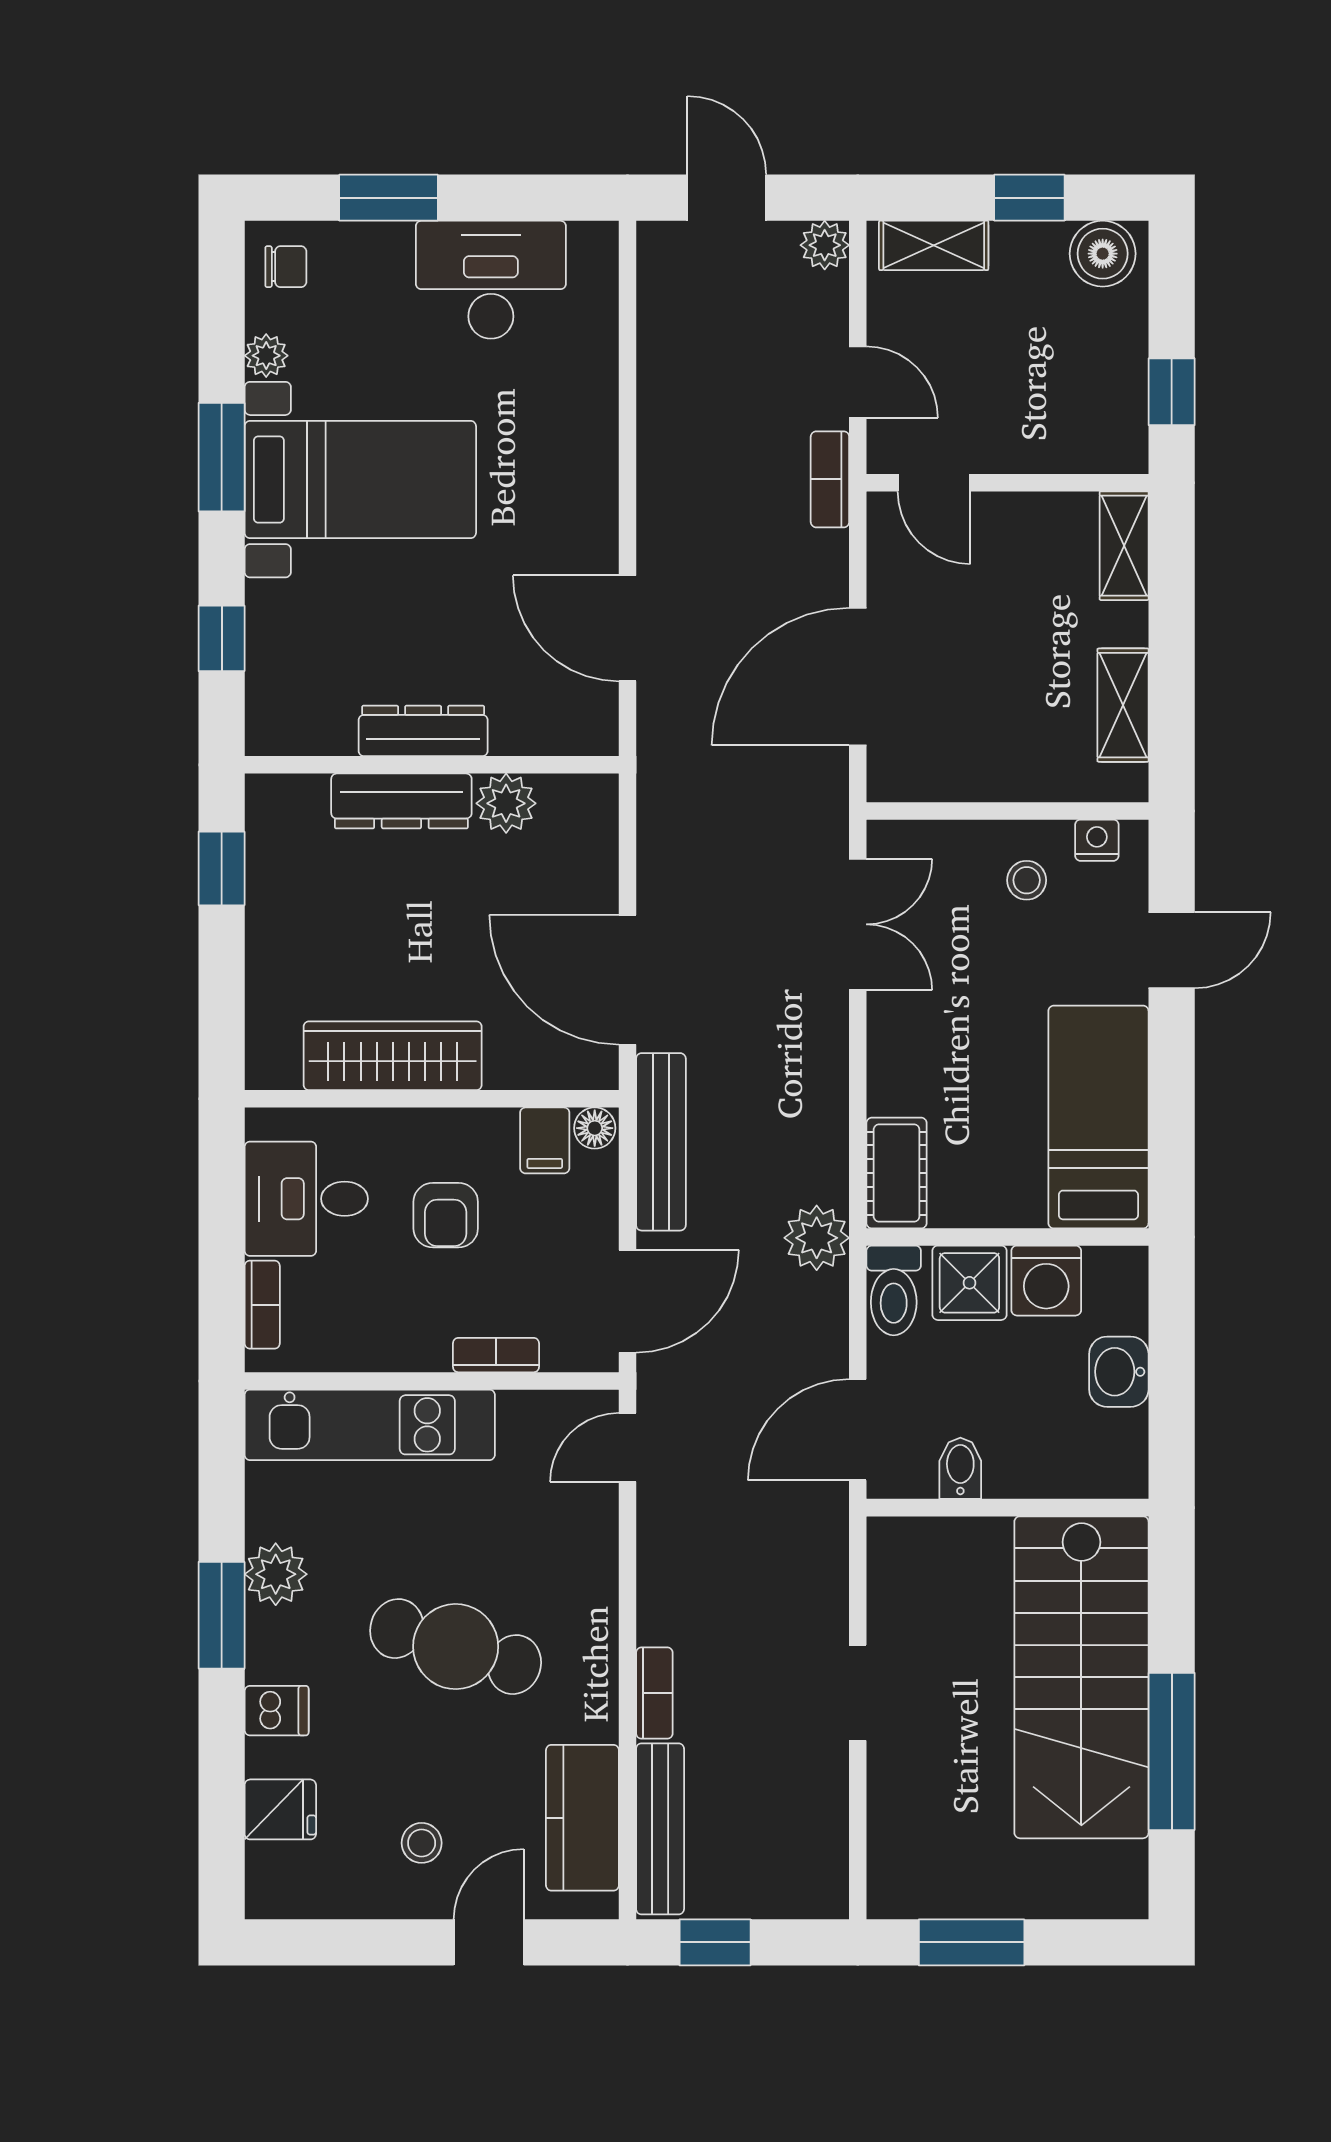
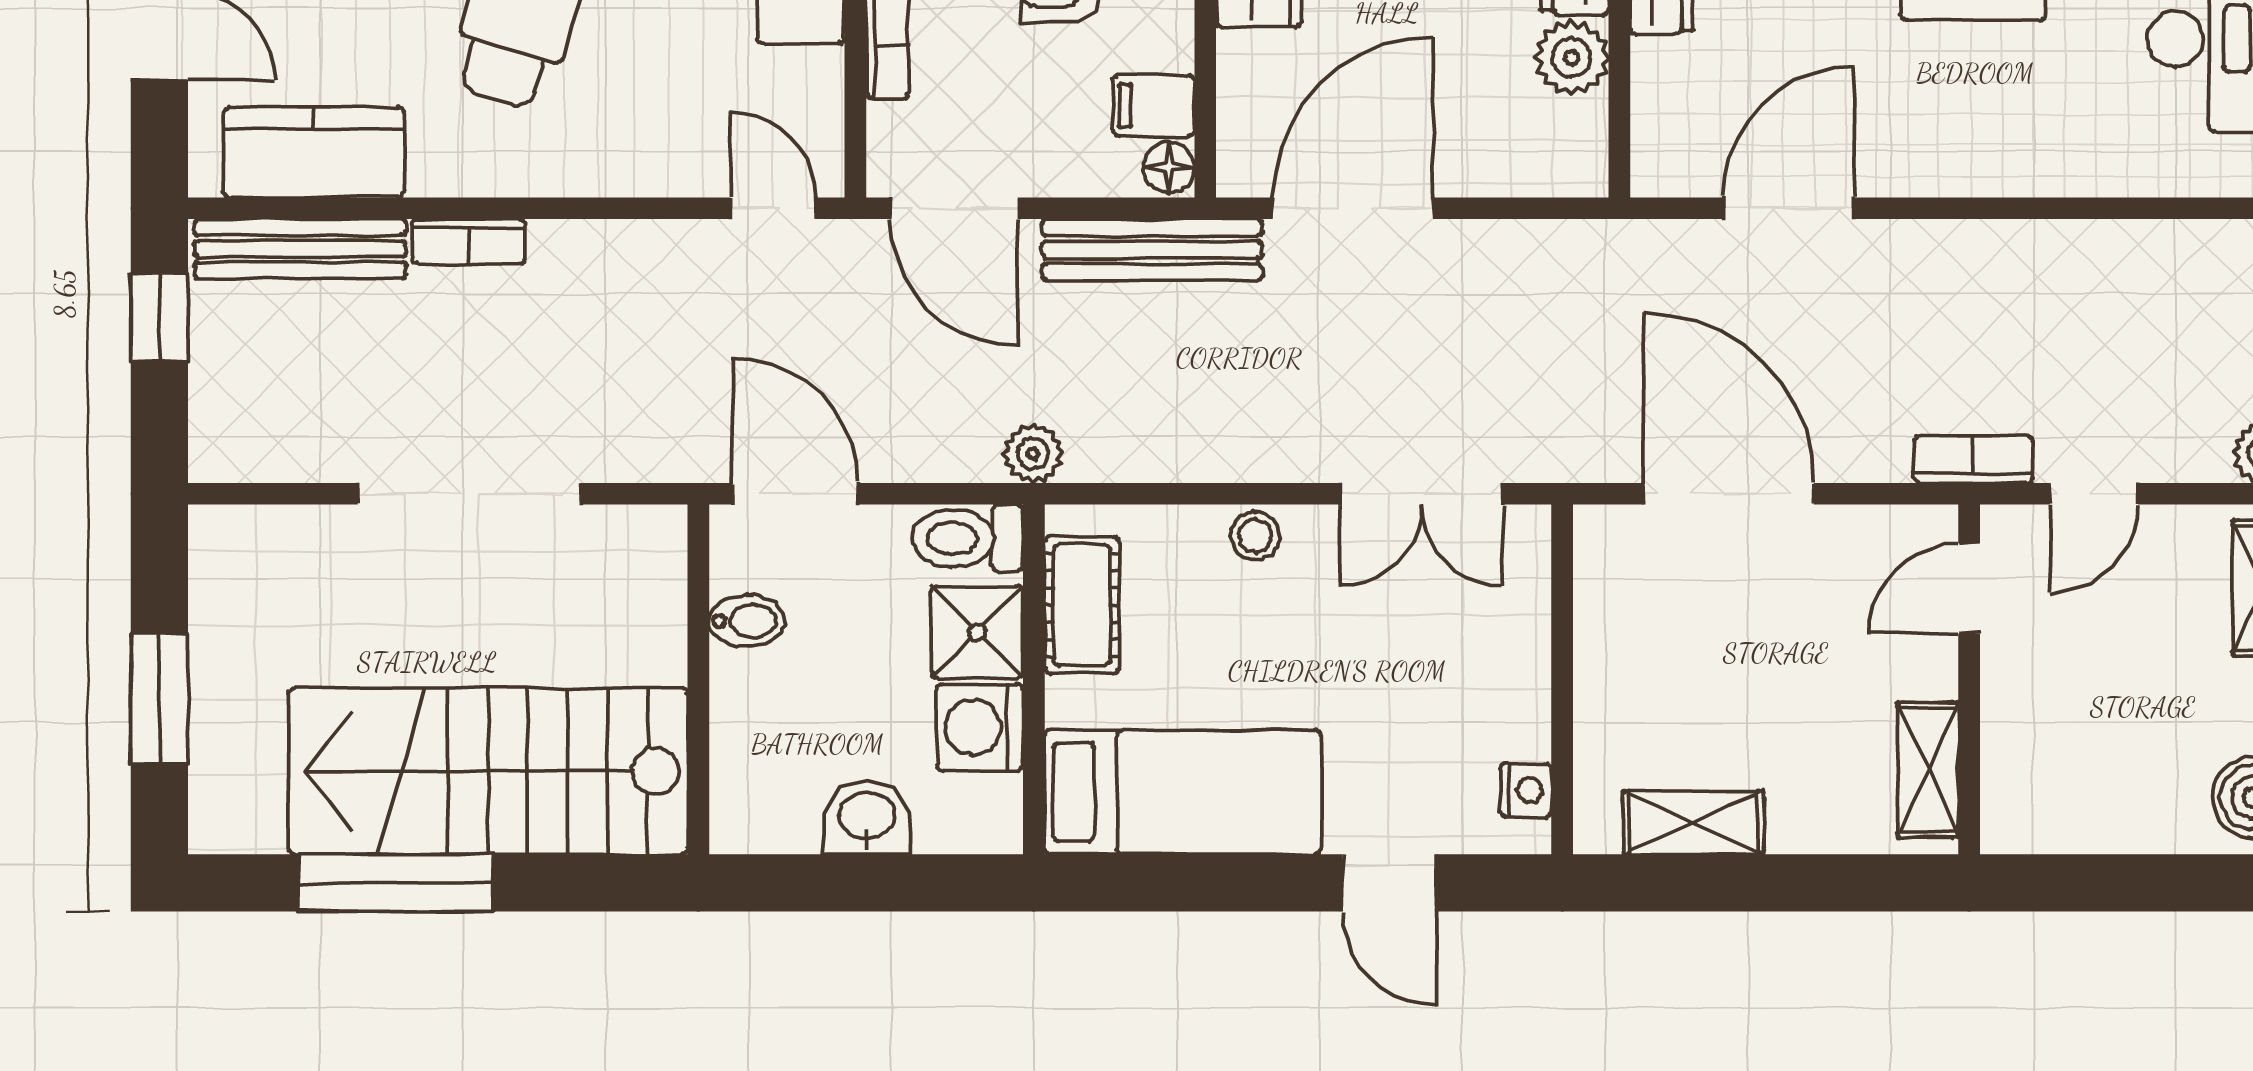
window: (1172, 392) -> (2082, 883), removed
shelving: (1124, 546) -> (1928, 770), moved, turned 90
stool: (1027, 880) -> (1255, 536), moved
cot: (897, 1173) -> (1082, 605), moved, turned 90
plant: (817, 1238) -> (1033, 454), width x0.73, depth x0.73
doorway: (858, 1693) -> (469, 494), width x1.88
window: (972, 1942) -> (159, 699), moved

